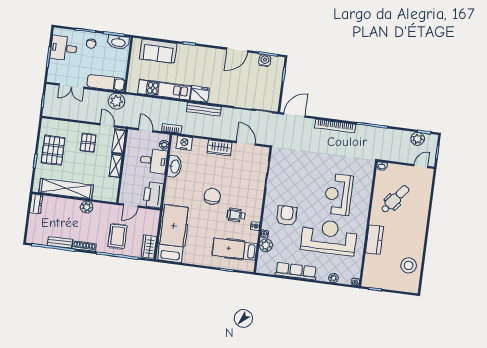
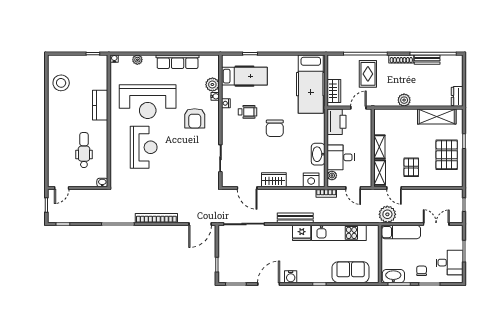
water cooler: (265, 61) -> (291, 277), moved
plant: (417, 139) -> (69, 216), removed
shelving: (66, 189) -> (437, 116), width x0.68
dental chair: (395, 199) -> (84, 150), turned 142
wardrobe: (149, 247) -> (334, 91), moved

